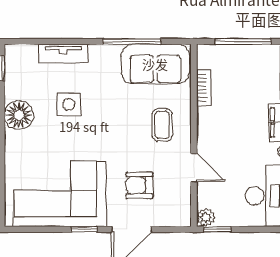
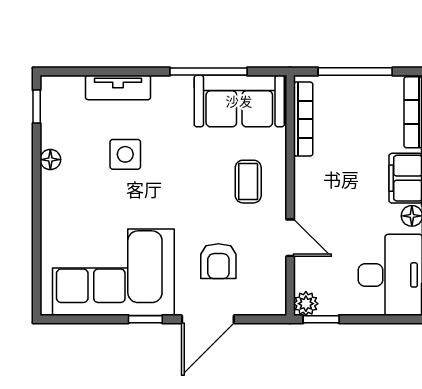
bookcase: (204, 88) -> (303, 119), width x1.56
floor lamp: (19, 115) -> (50, 160), width x0.53, depth x0.53
armchair: (139, 185) -> (218, 261), turned -90

